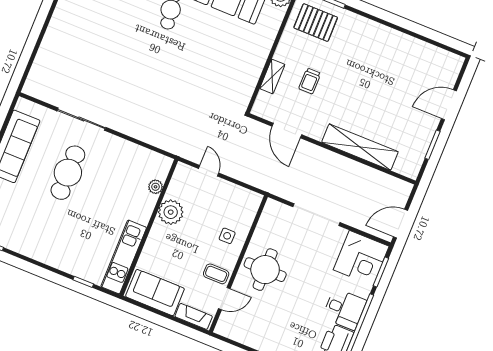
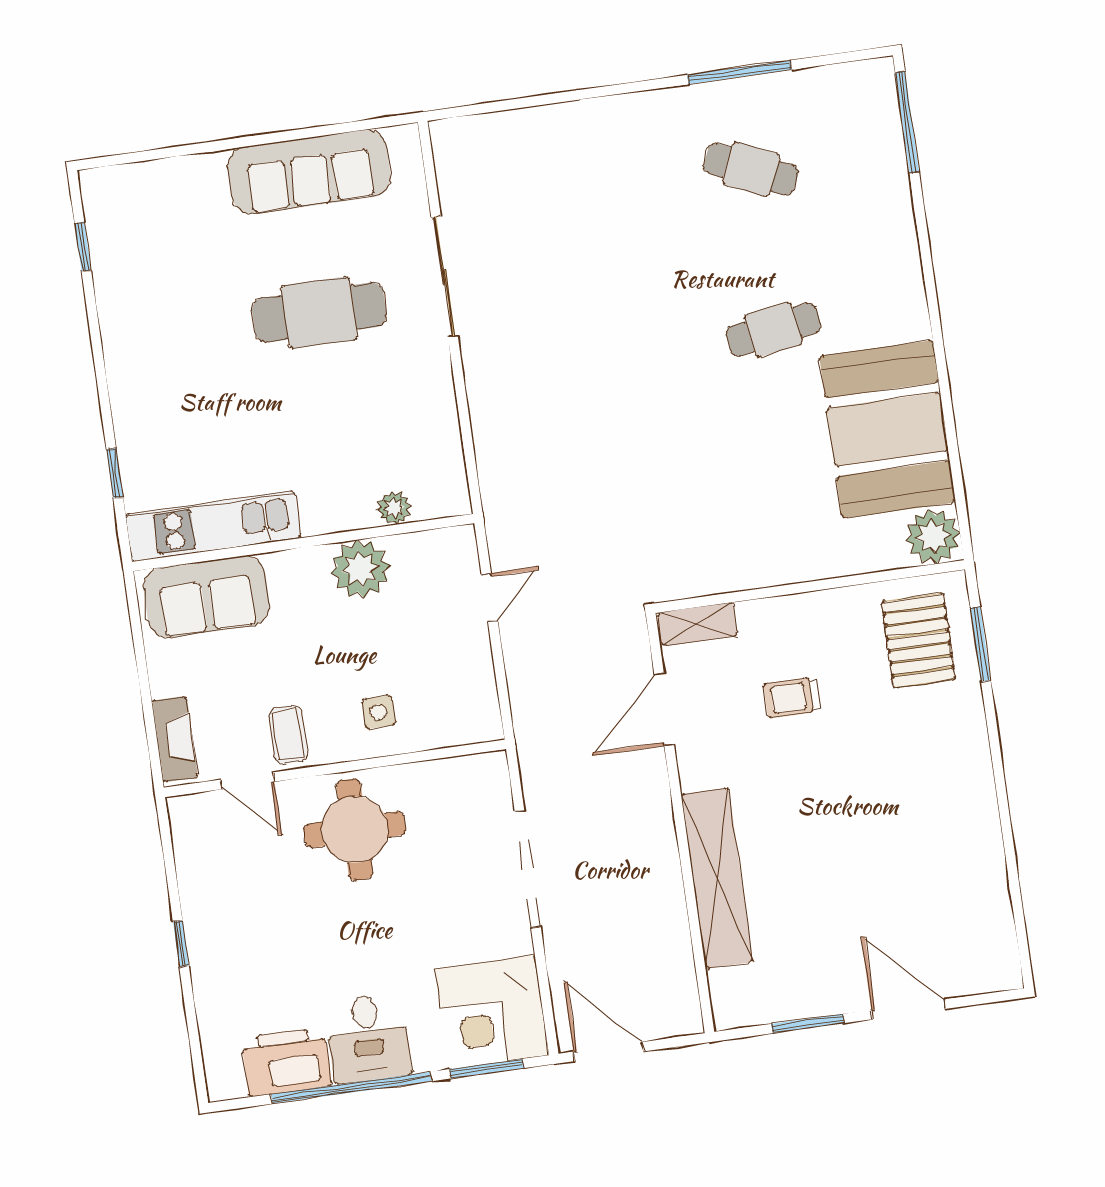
shelving: (272, 77) -> (698, 624), moved
sofa: (155, 293) -> (207, 597), moved, turned 90

